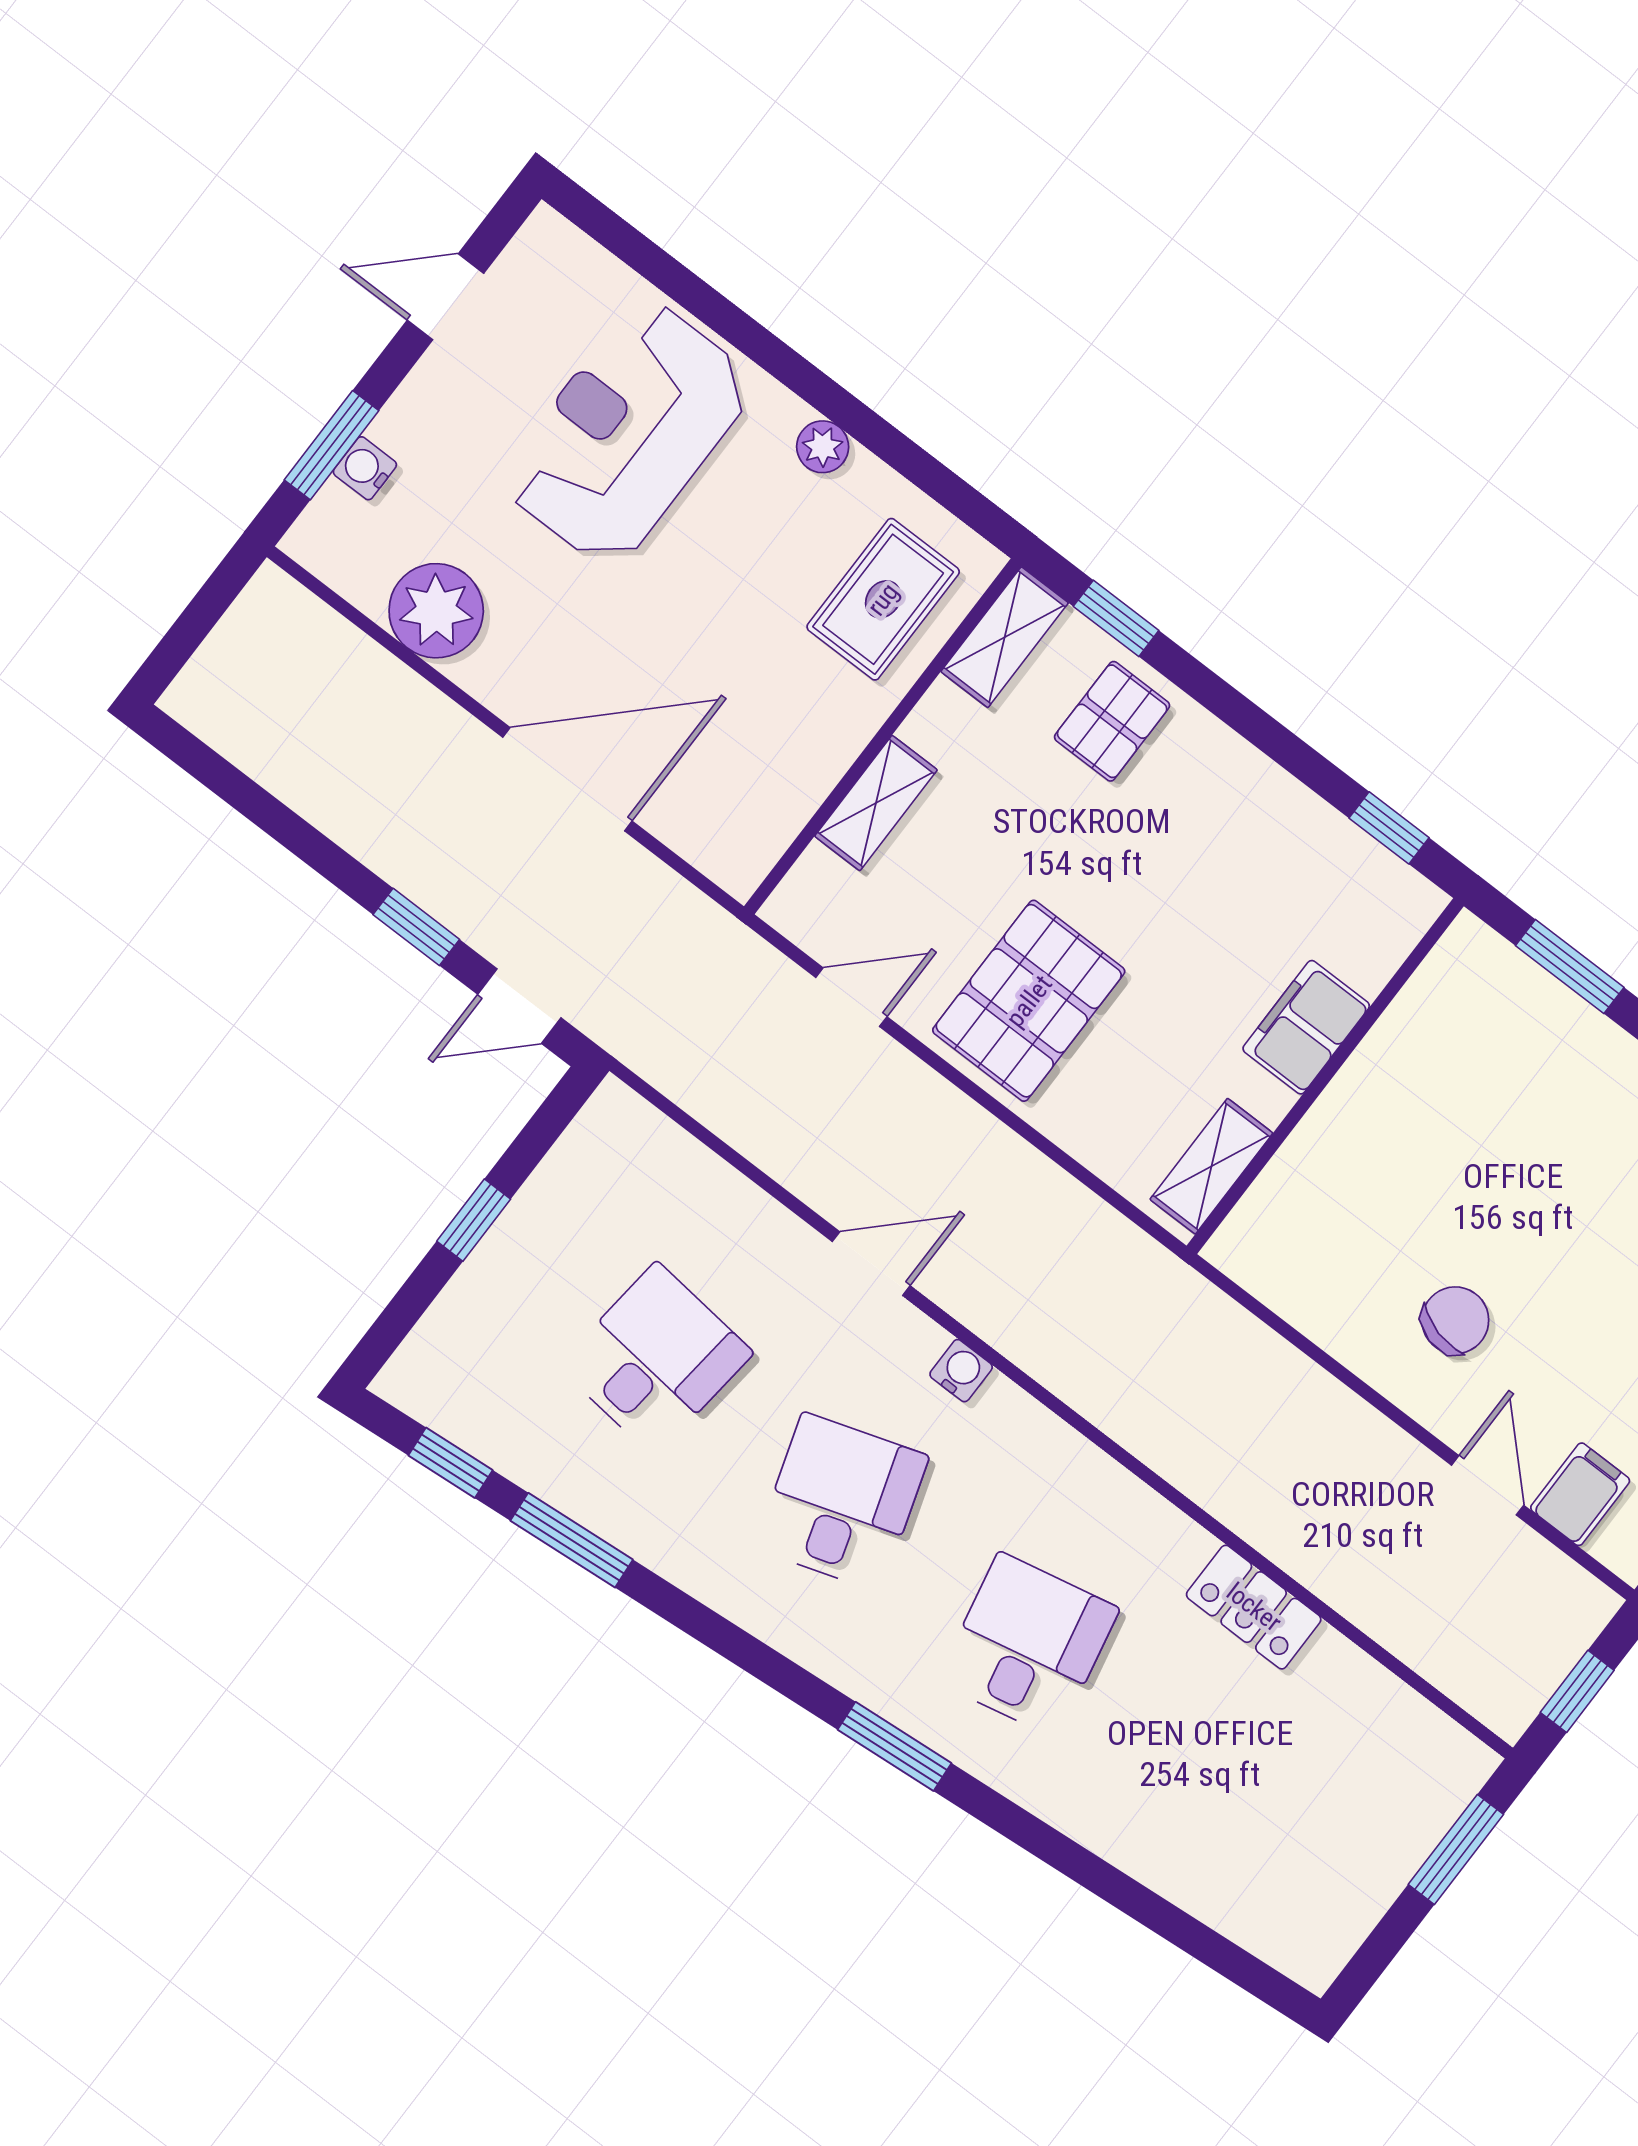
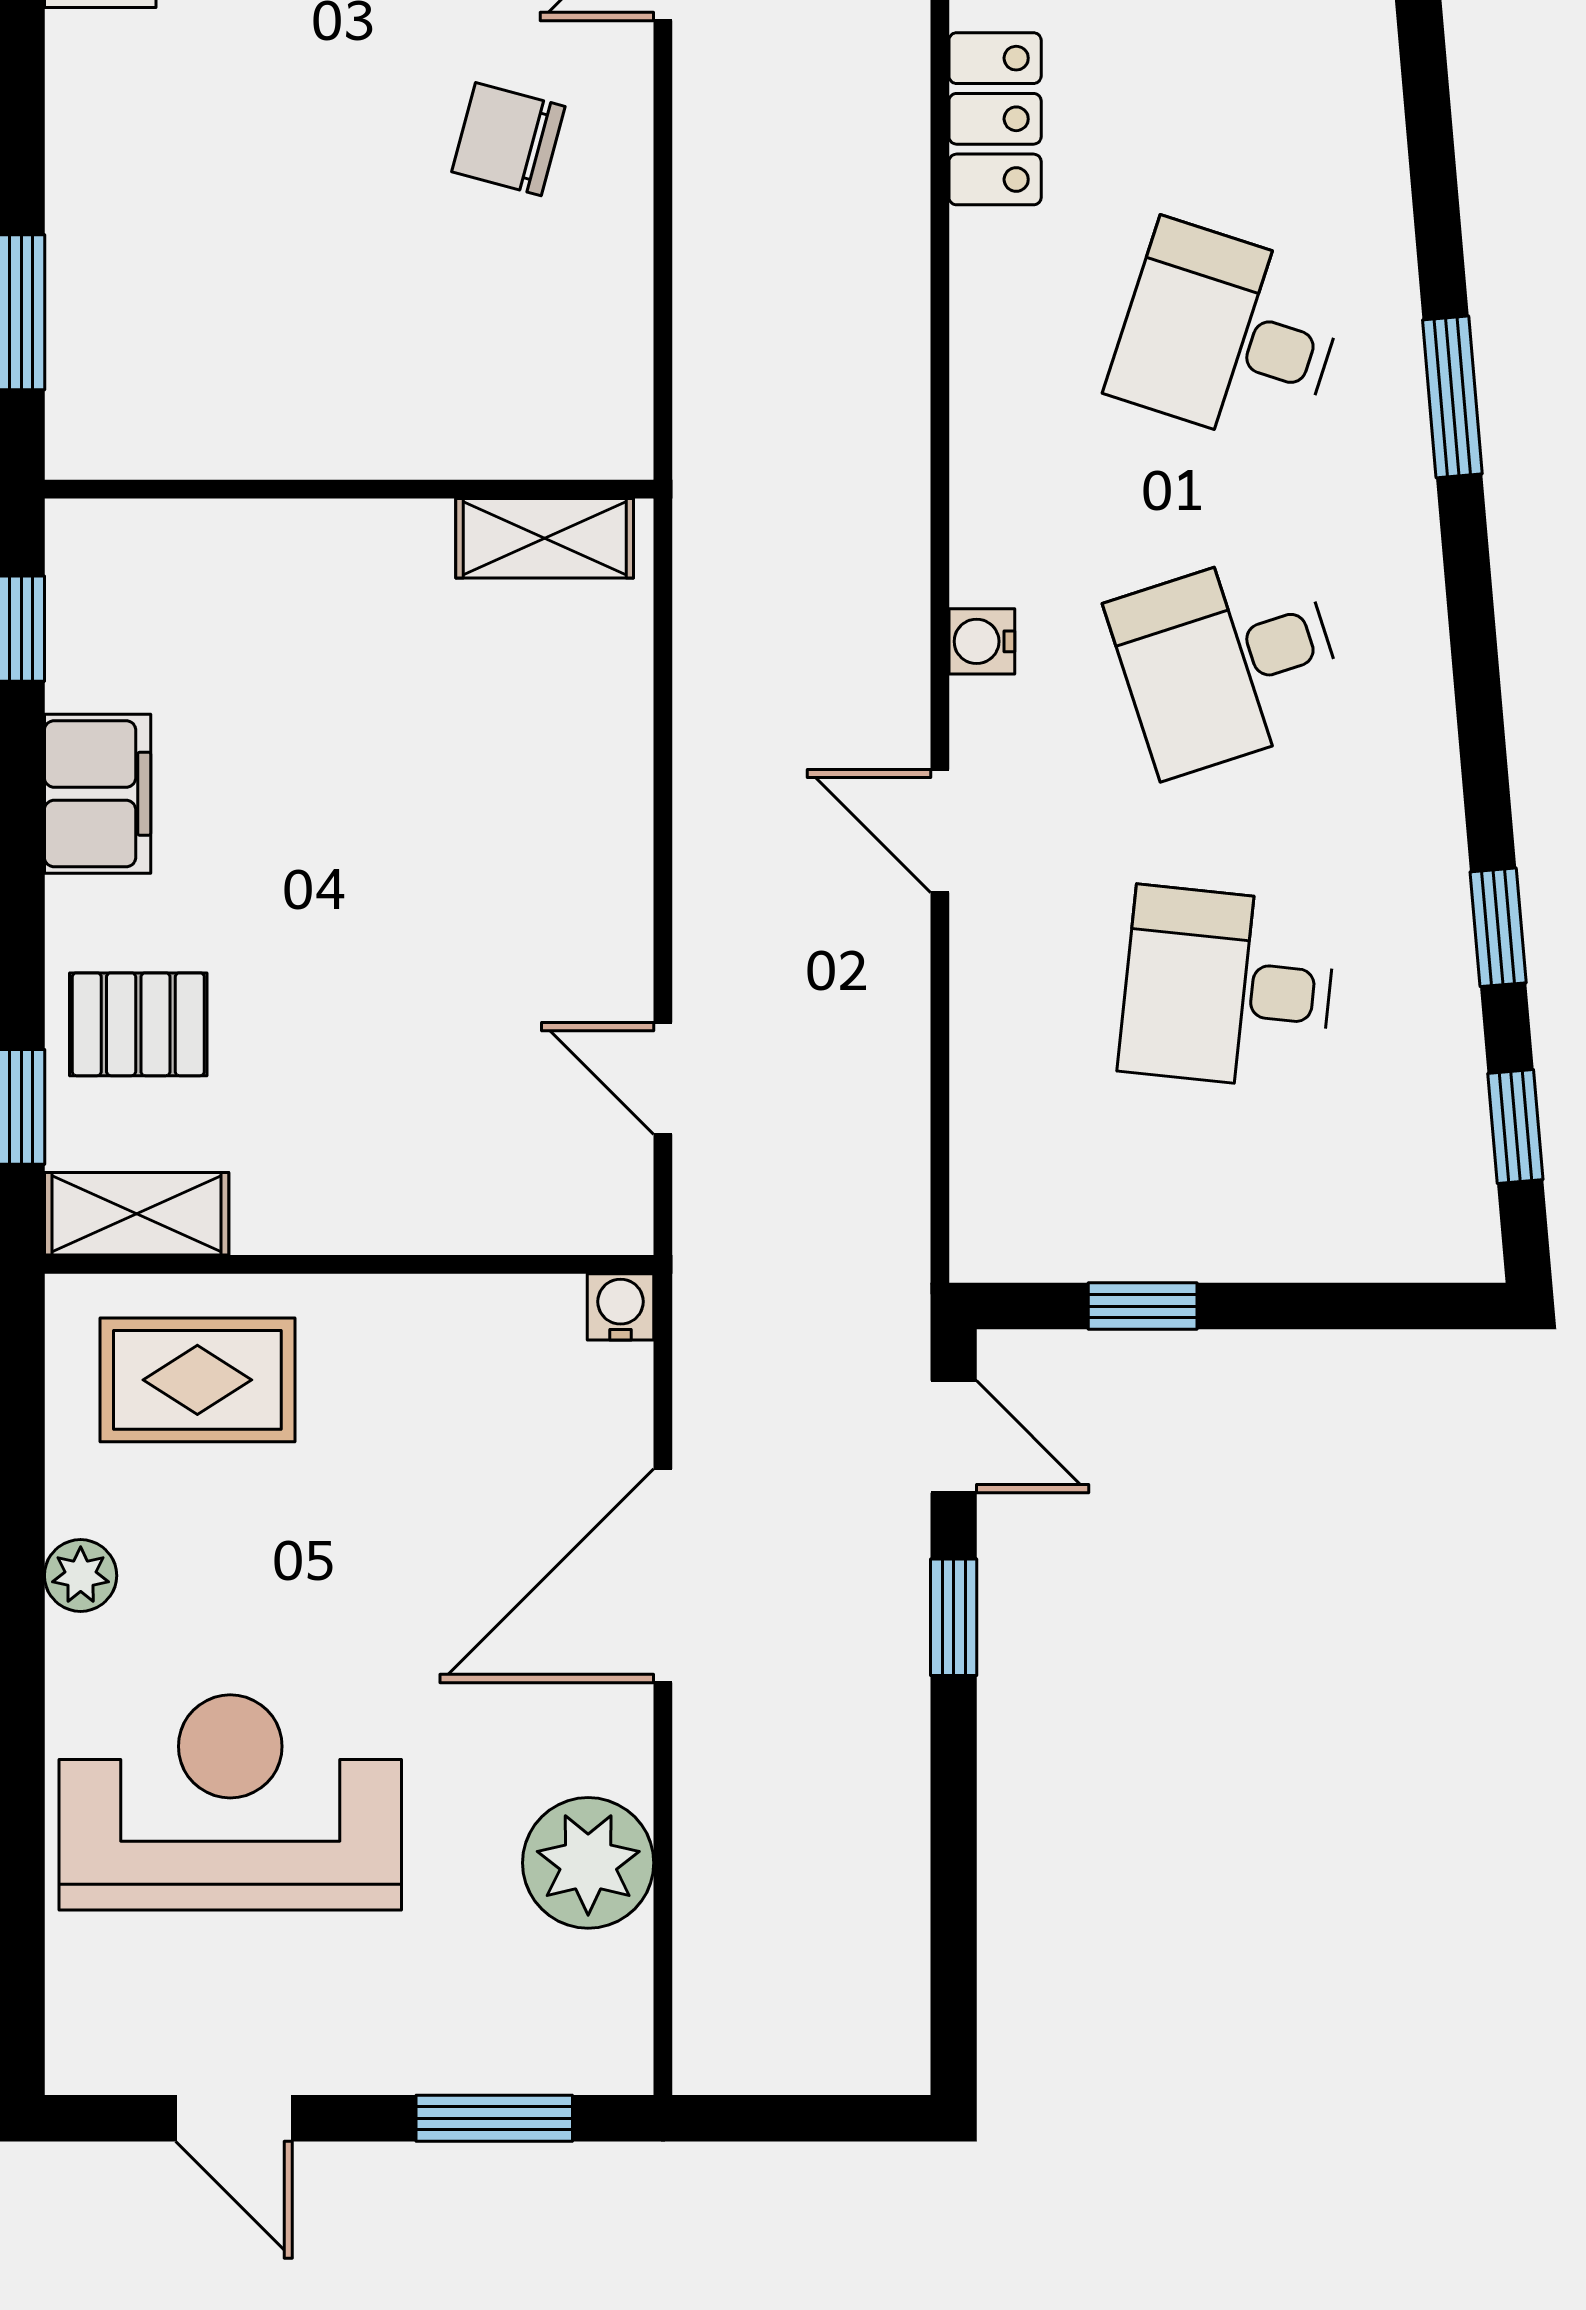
reception desk: (628, 433) -> (230, 1802), turned 180
water cooler: (365, 468) -> (621, 1307), moved, turned 180
door: (567, 779) -> (663, 1576), hinge flipped
shelving: (876, 803) -> (428, 1215), removed
pallet: (1029, 1001) -> (517, 880), removed
filing cabinet: (1306, 1027) -> (98, 794), moved, turned -90
window: (474, 1220) -> (1143, 1306), moved
window: (572, 1540) -> (1498, 927), width x0.67
desk: (1028, 1645) -> (1228, 335), turned 30

